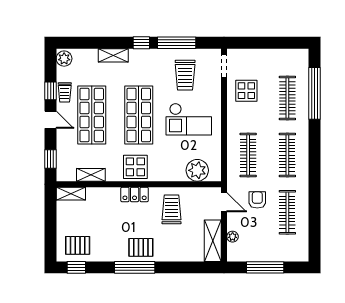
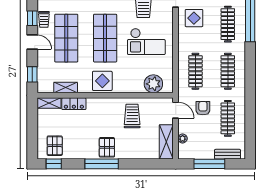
locker: (135, 194) -> (74, 104), moved
pallet: (78, 245) -> (55, 146), turned 90
pallet: (141, 247) -> (107, 147), turned 90
bench: (287, 256) -> (228, 154), added

